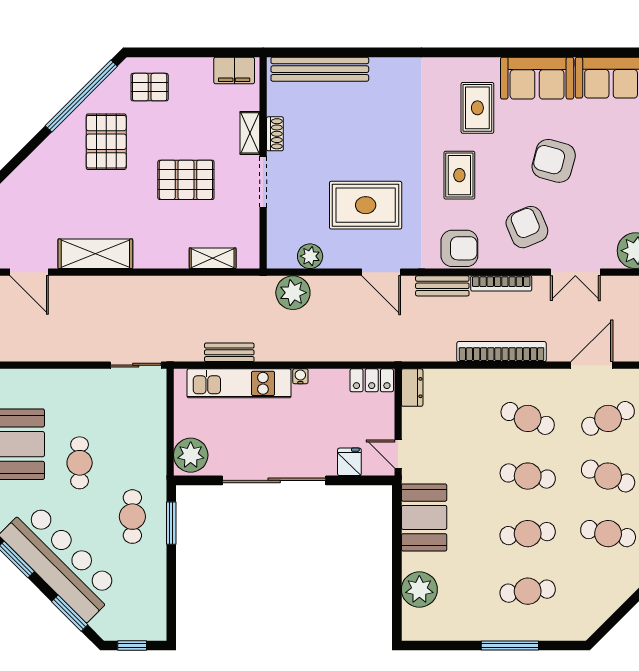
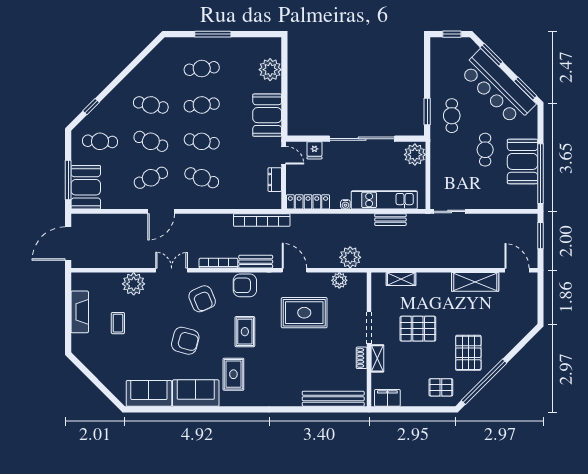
bookcase: (502, 352) -> (262, 220), moved
locker: (372, 380) -> (308, 202), width x1.53
dresser: (412, 388) -> (275, 180), moved

